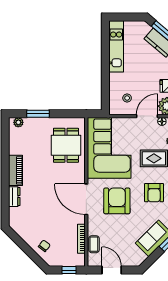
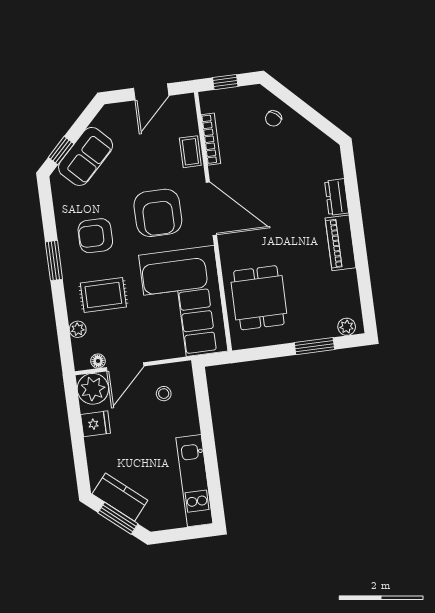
armchair: (154, 193) -> (95, 236), turned -90
coffee table: (94, 244) -> (190, 152), moved
door: (112, 270) -> (151, 92), hinge flipped

